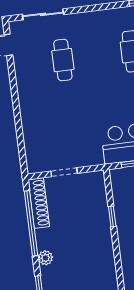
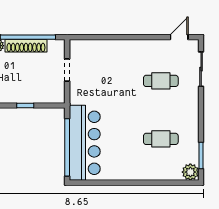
shoe rack: (39, 203) -> (26, 46), moved

